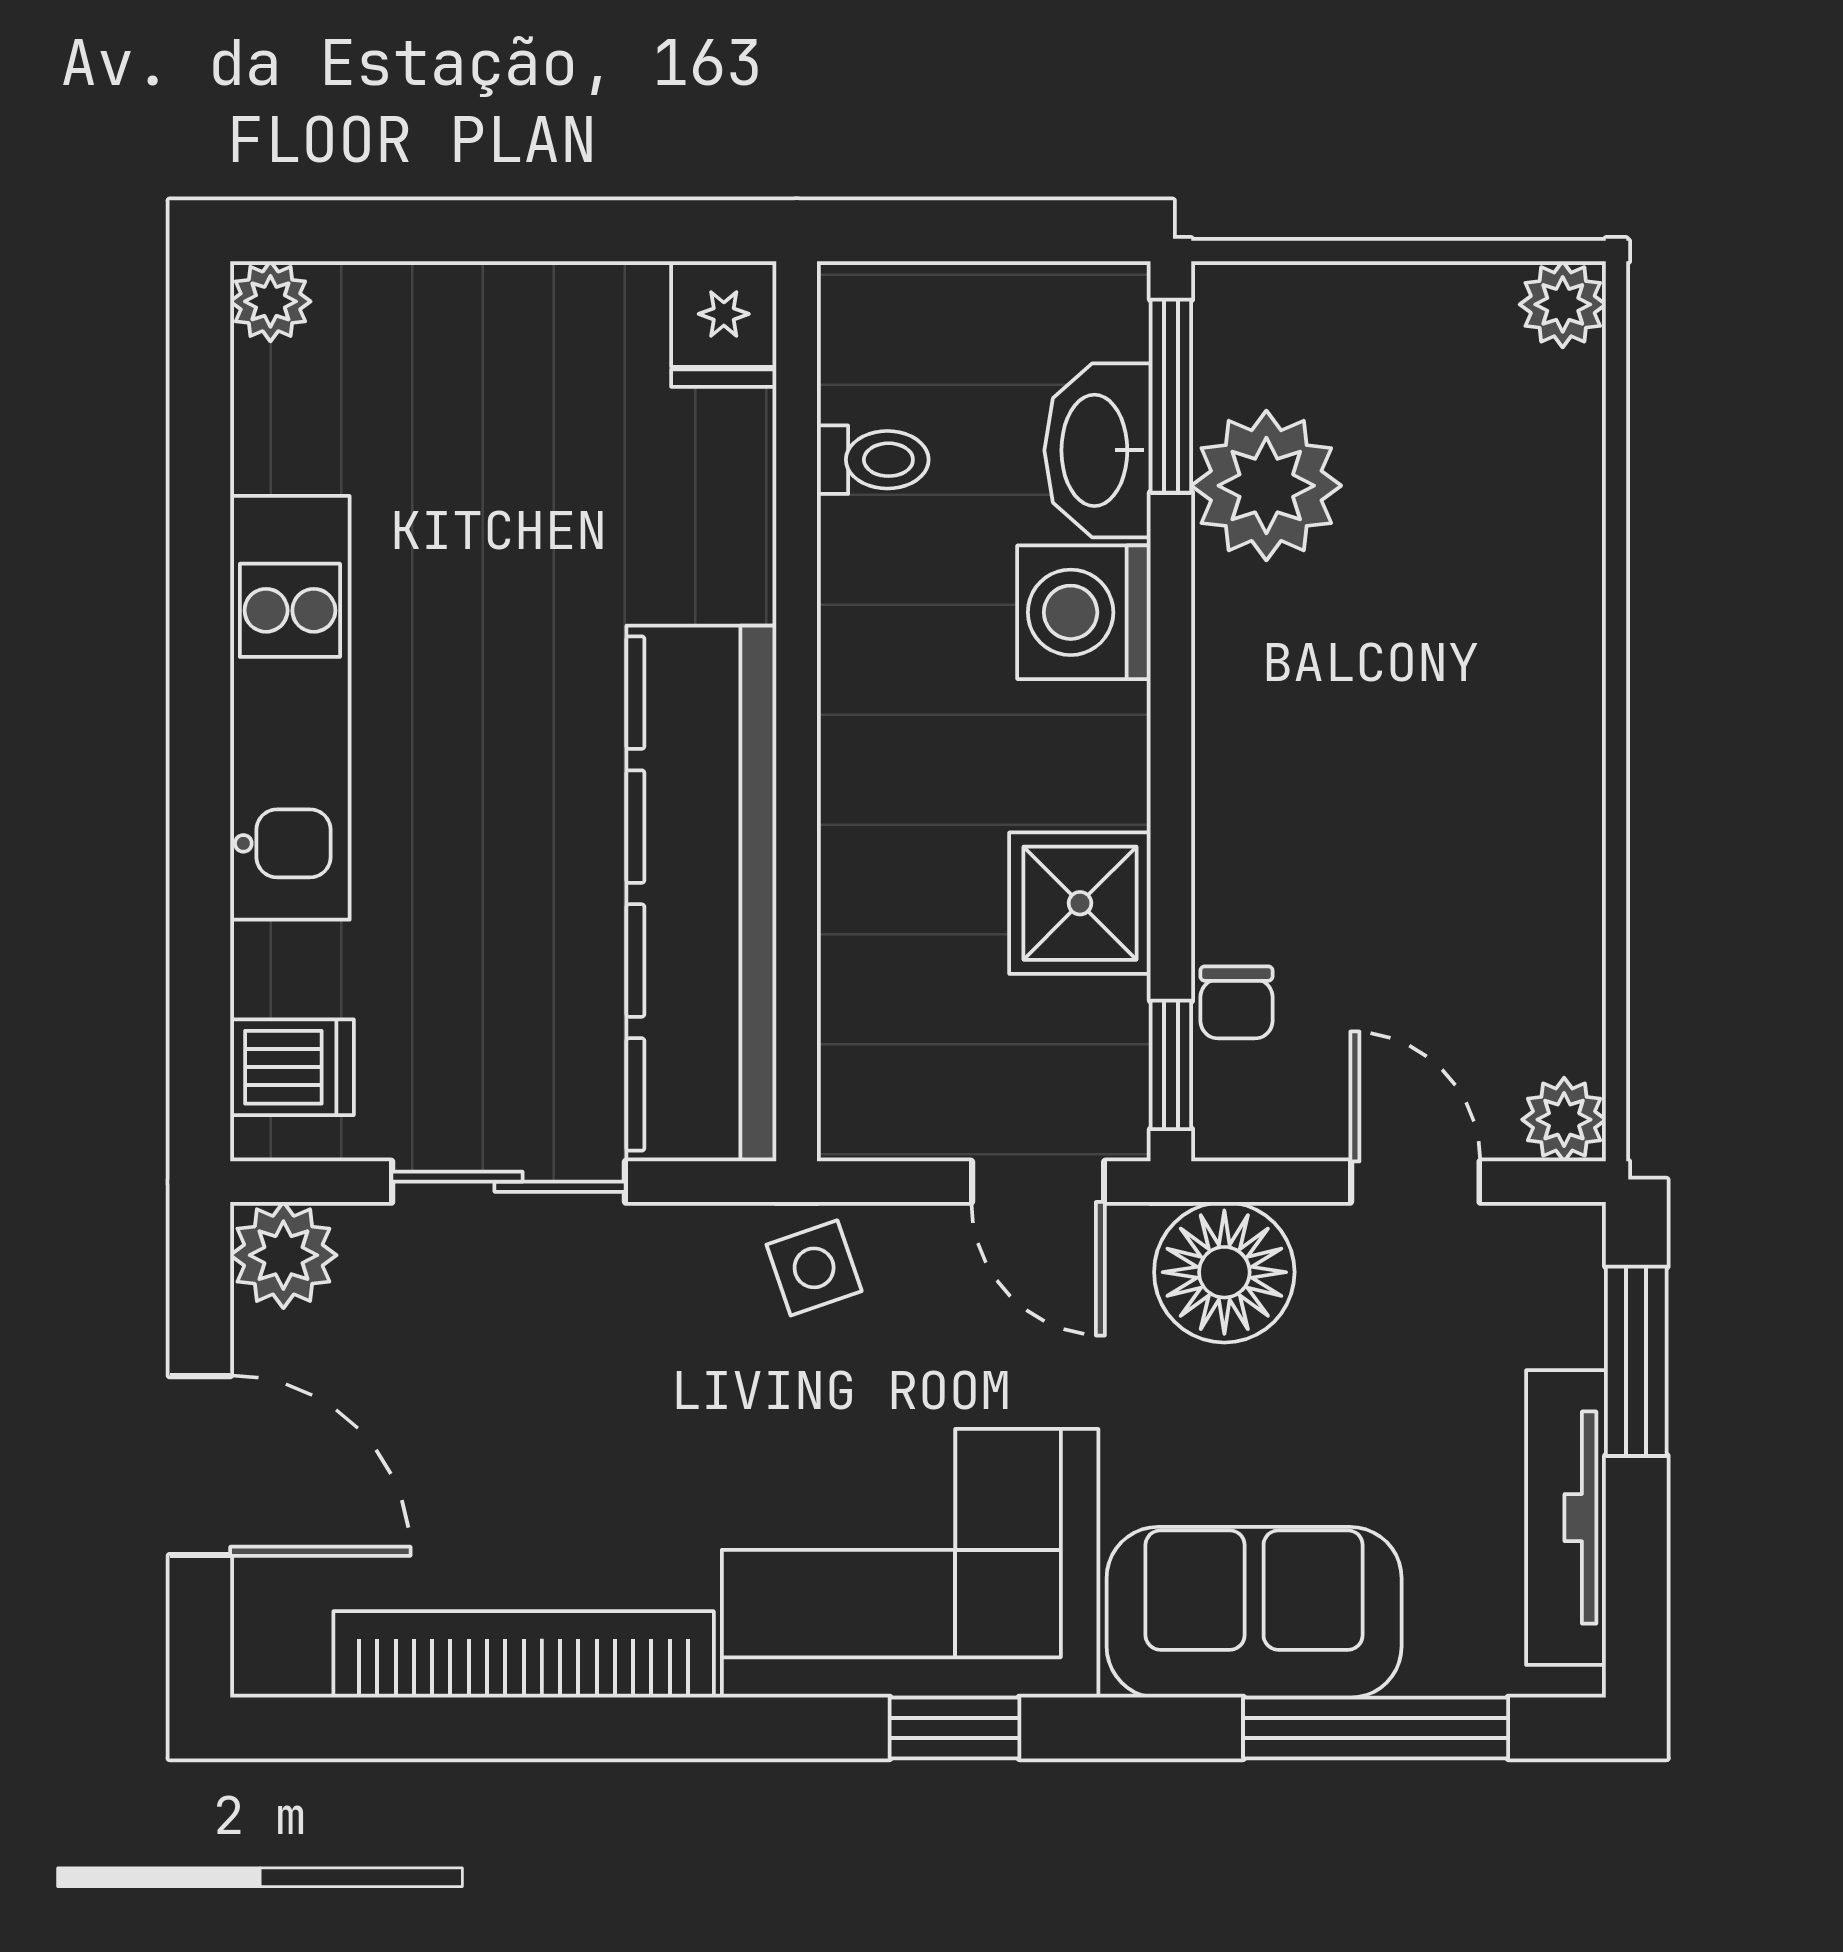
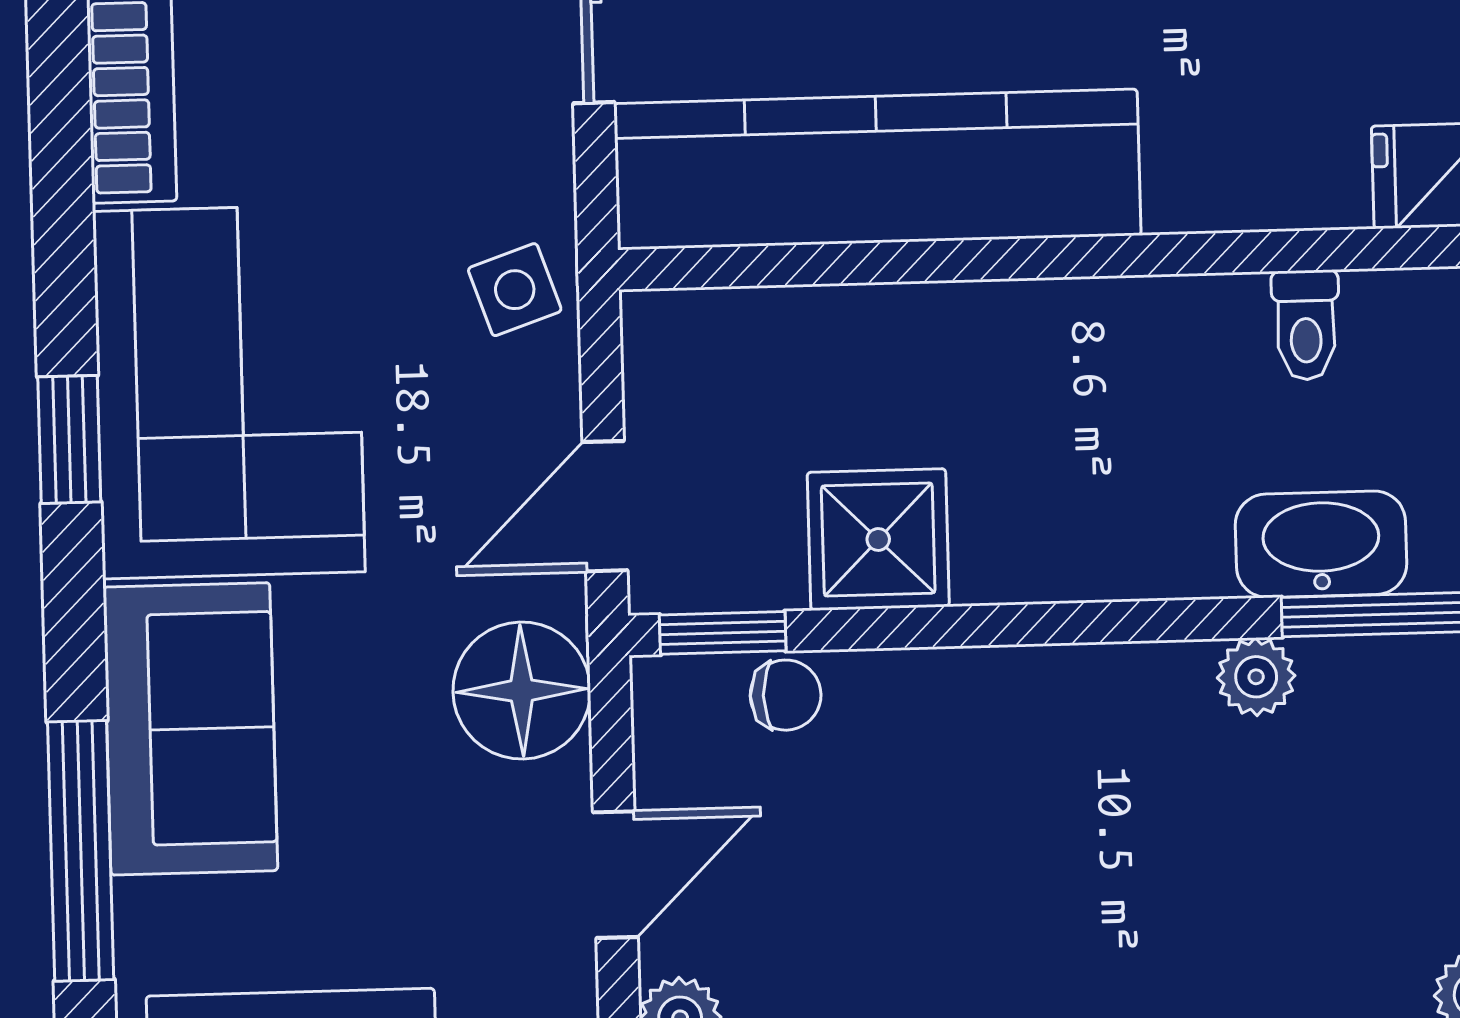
plant: (1266, 486) -> (1256, 677), width x0.53, depth x0.53
washing machine: (1084, 612) -> (1162, 535), removed
chair: (1236, 1002) -> (786, 695), turned 180

